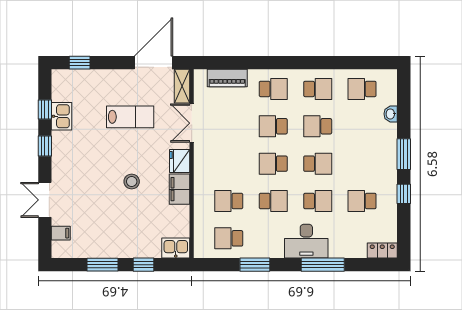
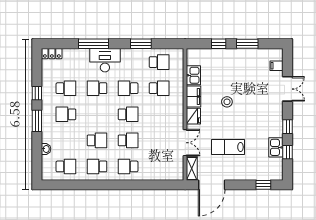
piano: (227, 78) -> (160, 174), removed
school desk: (318, 164) -> (66, 114), moved
kitchen sink: (176, 248) -> (193, 75), moved, turned -90

